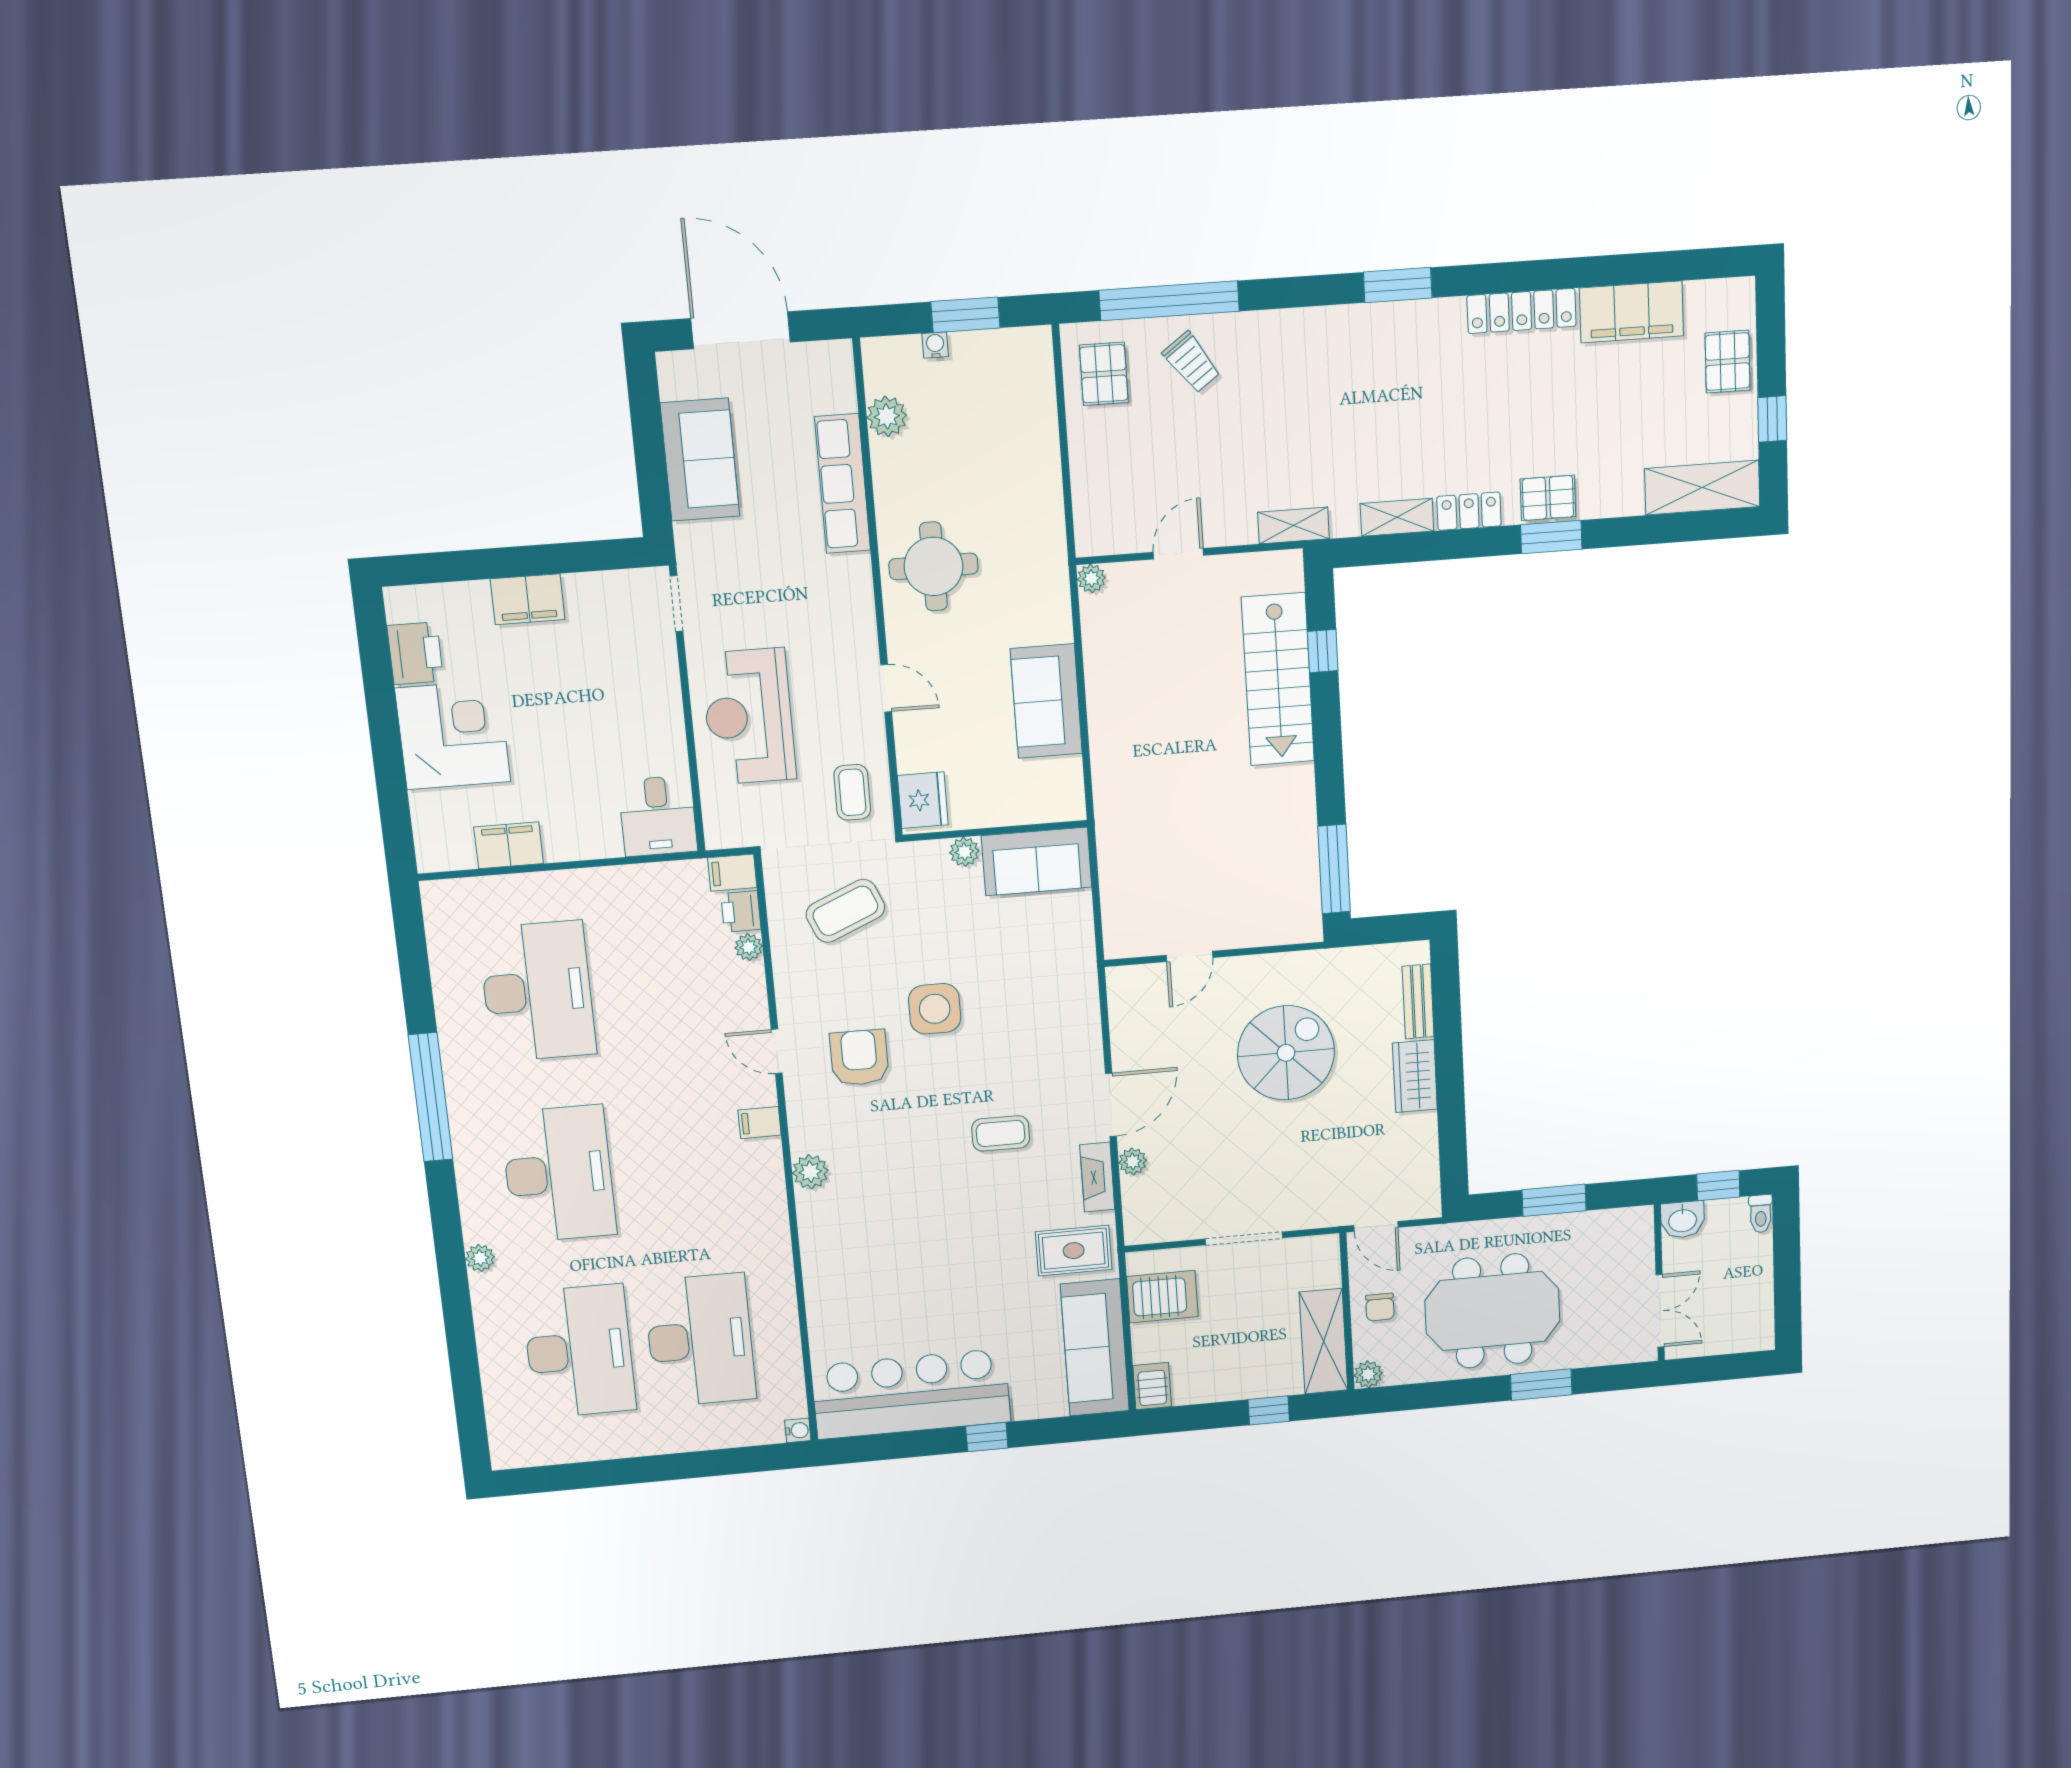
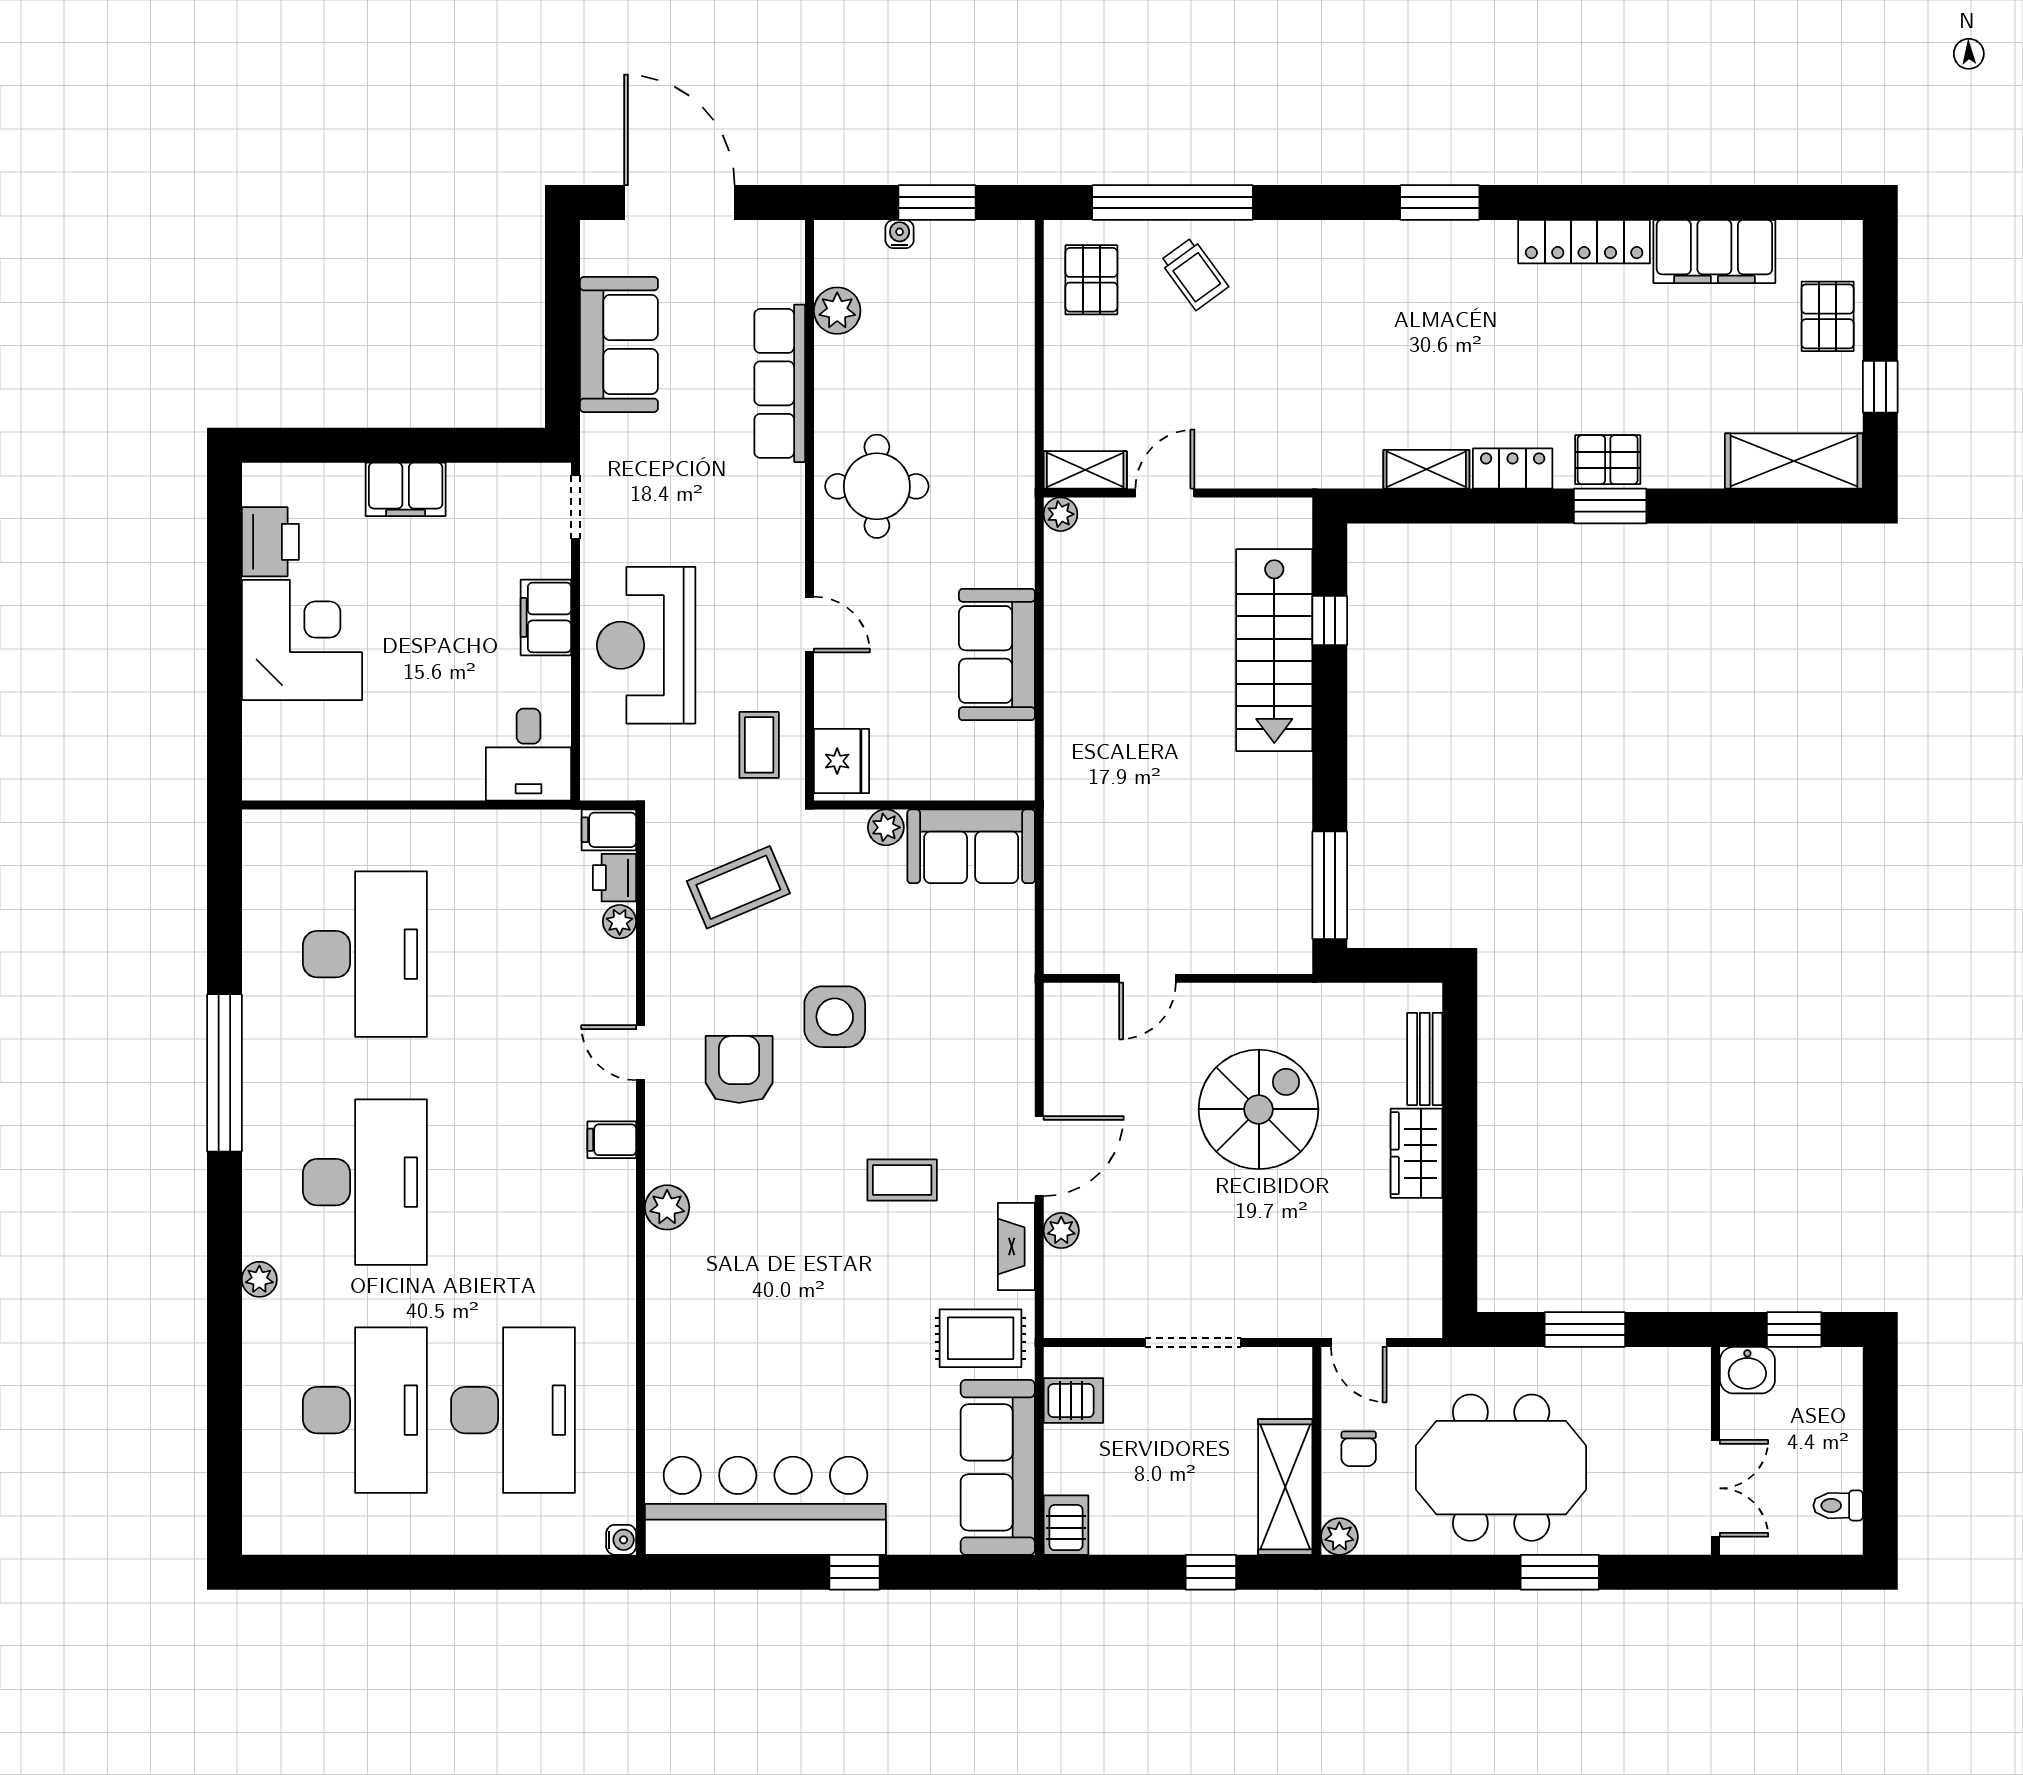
shelving: (1293, 525) -> (1085, 470), moved
filing cabinet: (509, 845) -> (546, 617), moved, turned -90
toilet: (1761, 1214) -> (1838, 1506), moved, turned 90
server rack: (1162, 1297) -> (1073, 1401), width x0.73, depth x0.70

